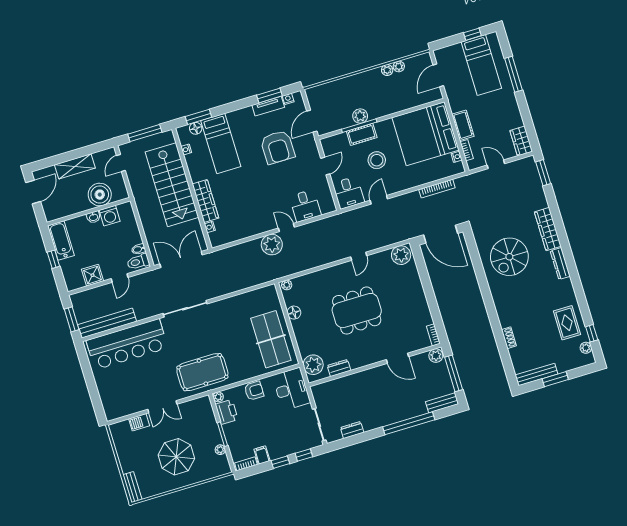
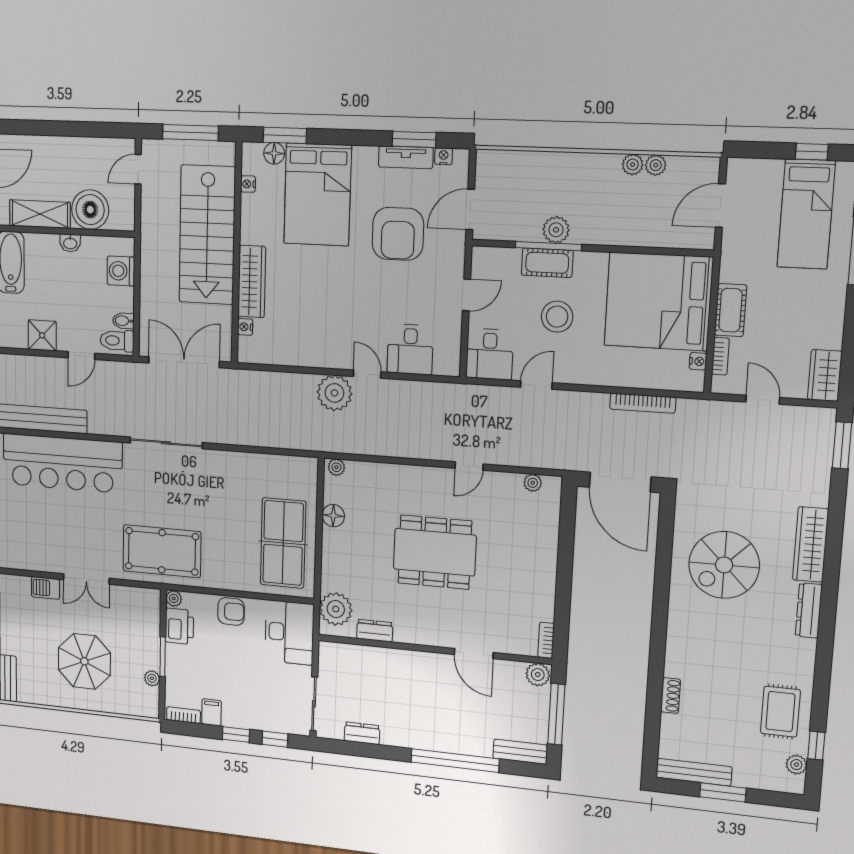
bed: (221, 144) -> (317, 194), width x1.50
shelving: (75, 166) -> (40, 214), moved
washing machine: (110, 216) -> (121, 271), moved, turned 90
plant: (401, 255) -> (533, 483), width x0.53, depth x0.53

